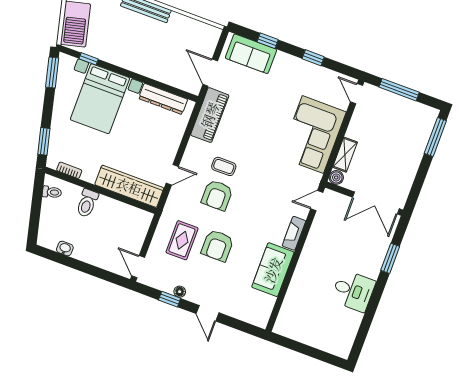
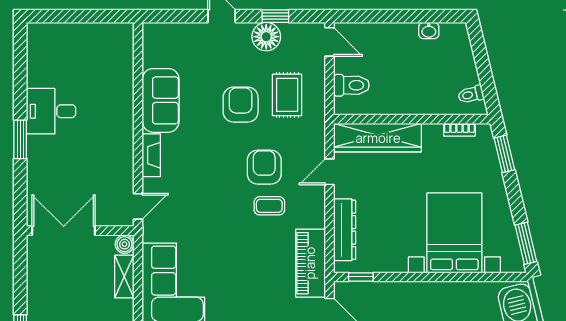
window: (89, 59) -> (361, 277), moved
dresser: (163, 99) -> (345, 230), moved, turned 90
toilet: (87, 203) -> (351, 85), moved, turned 90
window: (390, 258) -> (20, 139), moved
floor lamp: (180, 292) -> (266, 37), width x1.89, depth x1.89

